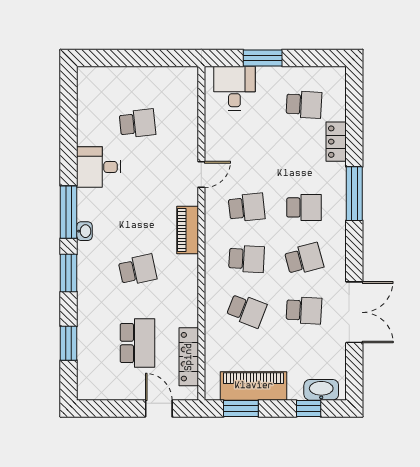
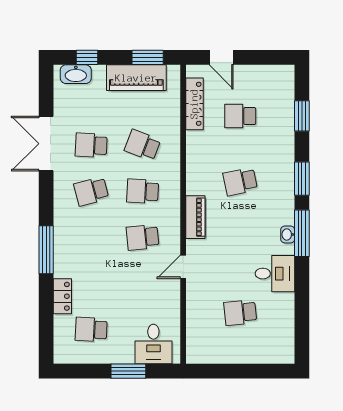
school desk: (304, 207) -> (91, 237), removed
washbasin: (84, 231) -> (288, 234), moved
school desk: (137, 343) -> (240, 116), width x0.54

